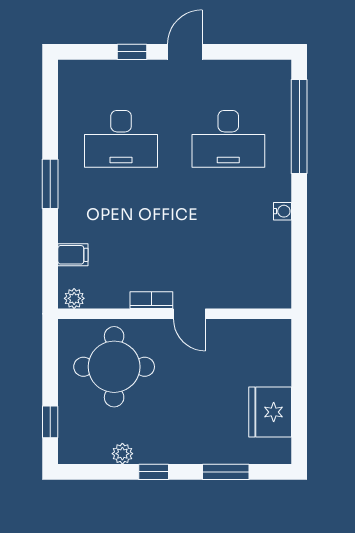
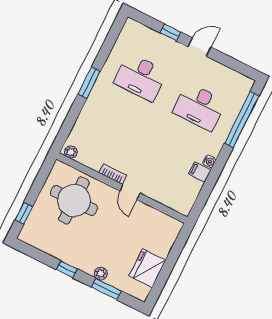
filing cabinet: (73, 255) -> (200, 172), moved, turned 180
plant: (122, 454) -> (101, 274), moved

